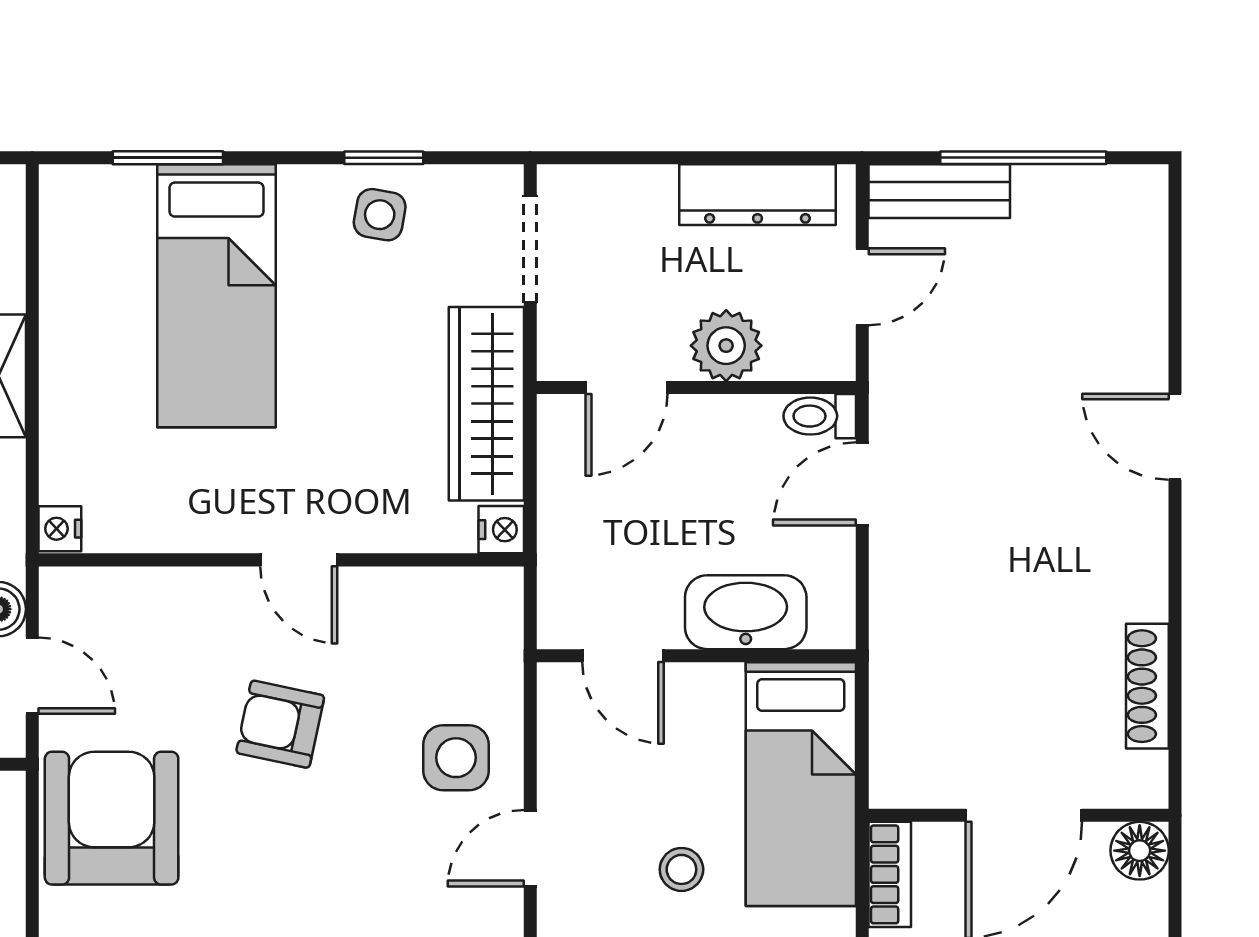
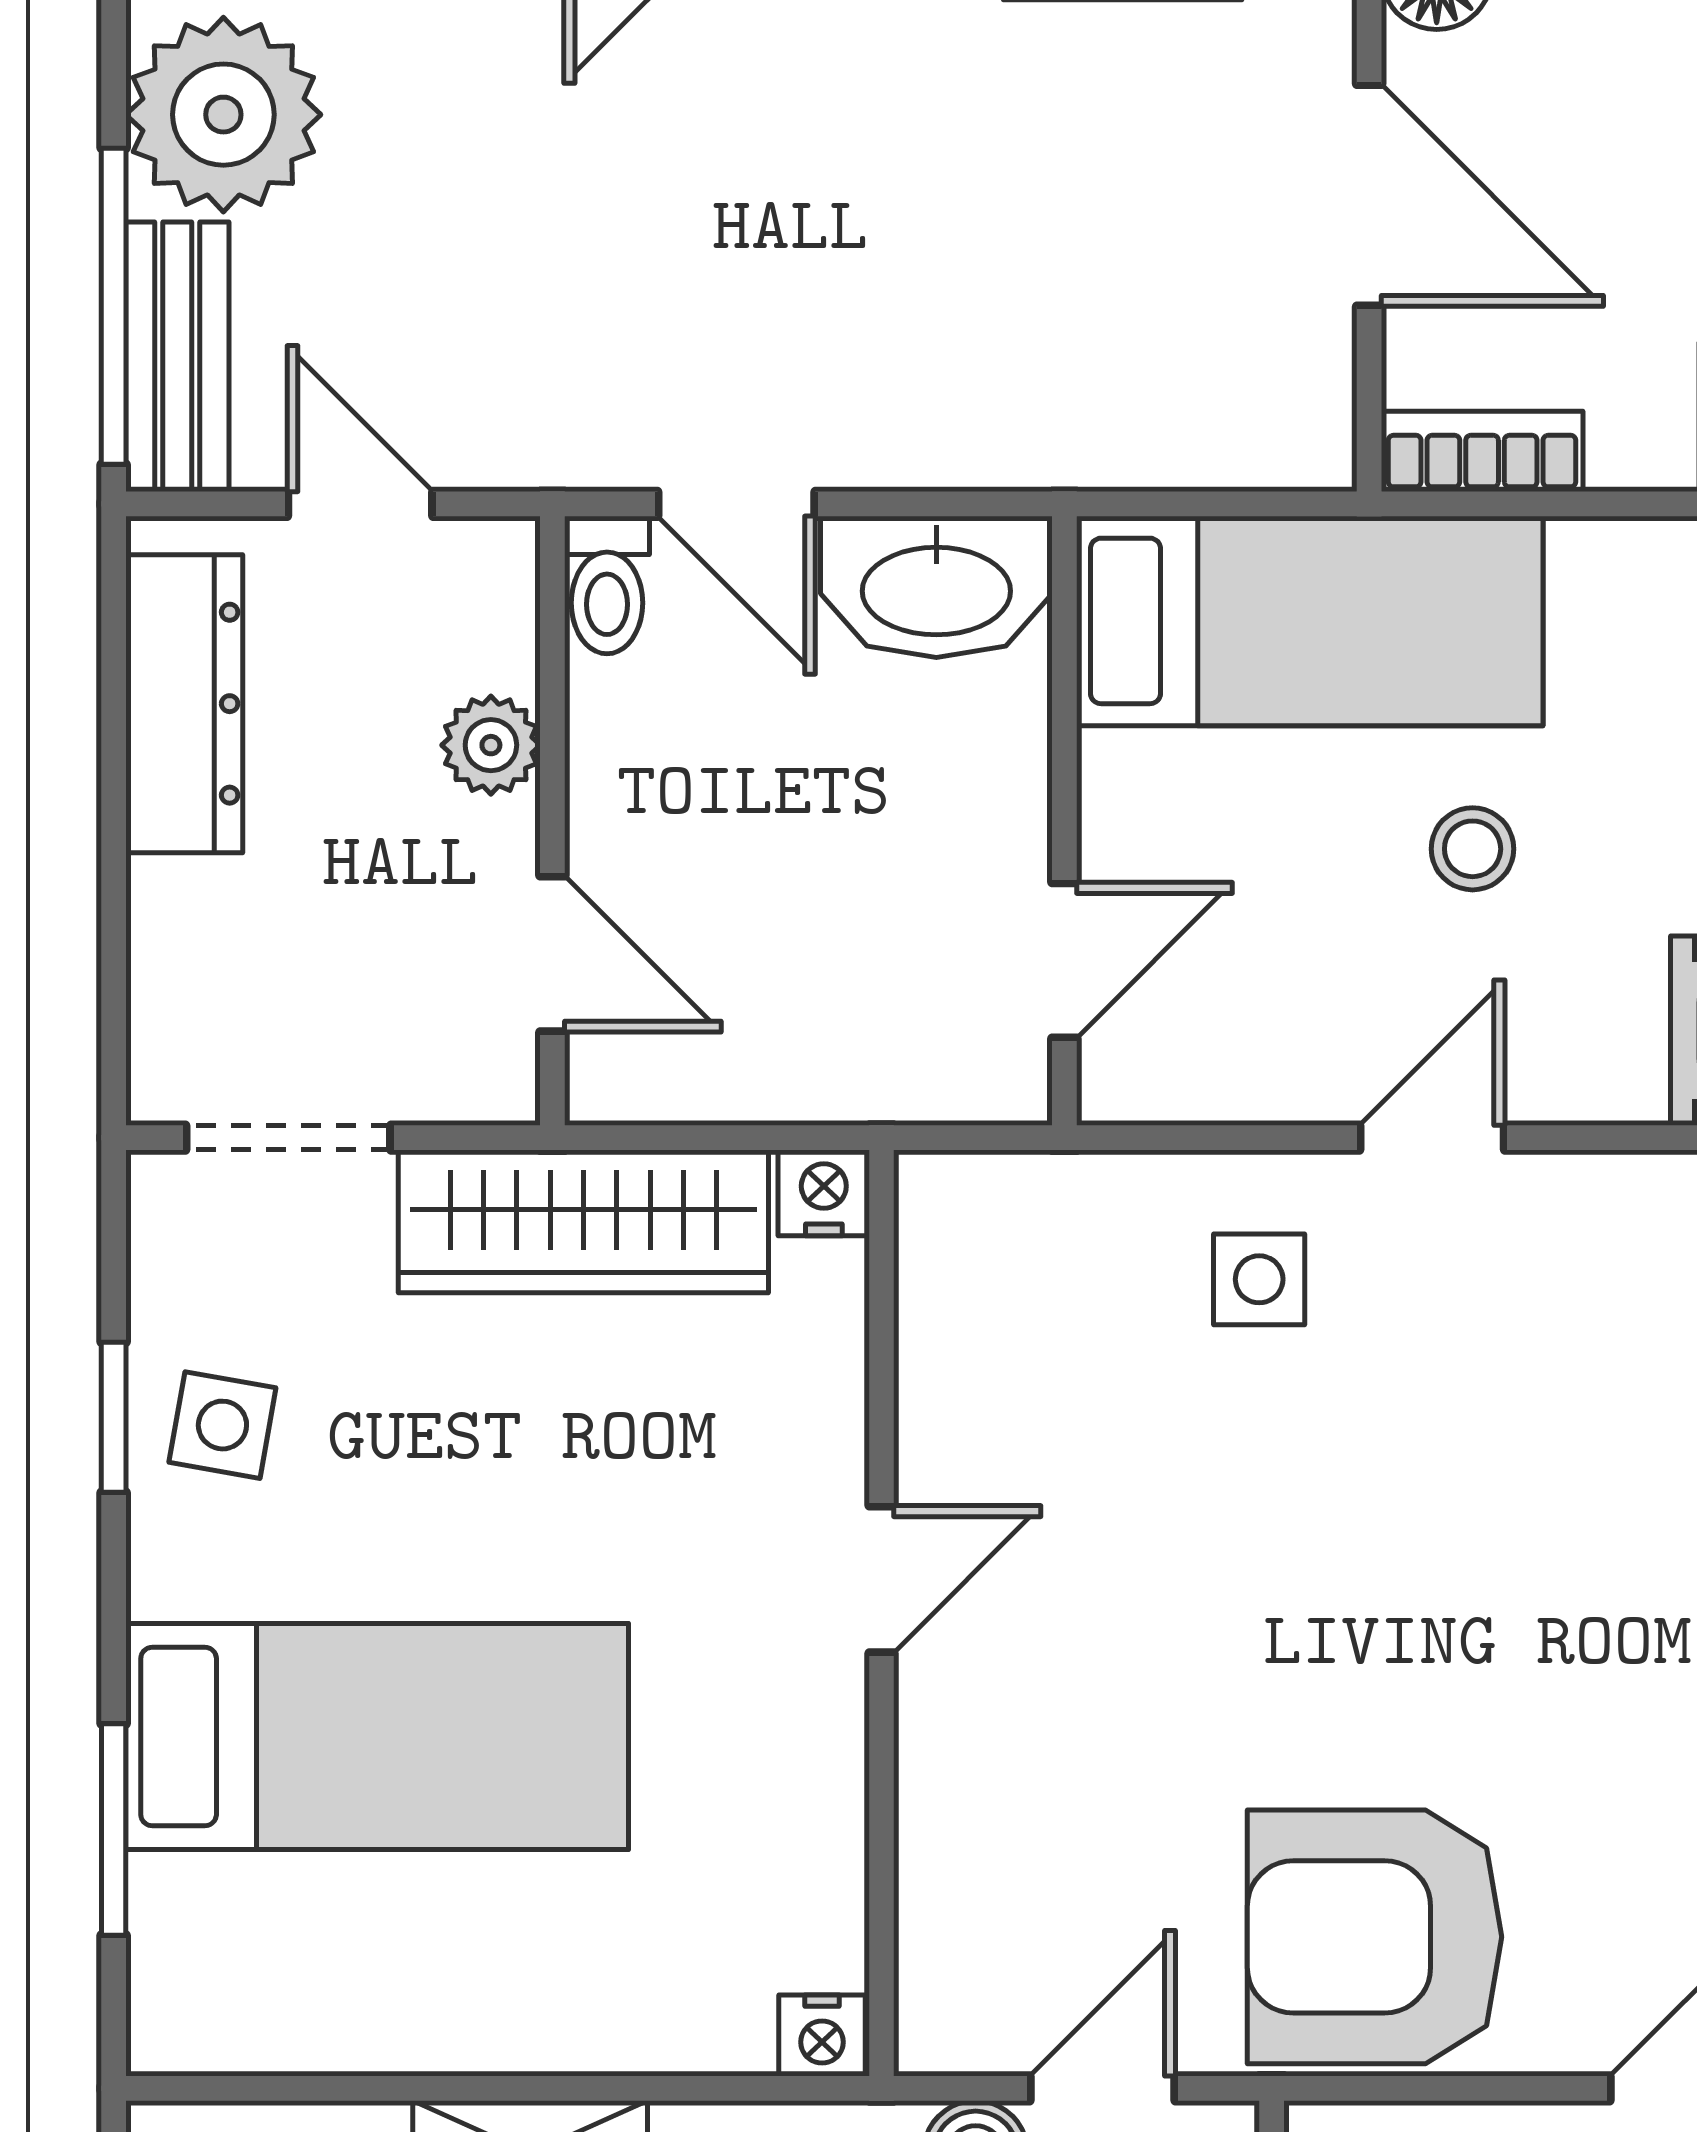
window: (1023, 158) -> (114, 306), moved
plant: (1066, 215) -> (223, 115), added
plant: (726, 346) -> (491, 745), width x0.73, depth x0.73
washbasin: (746, 612) -> (936, 587), moved, turned -90
armchair: (280, 724) -> (1195, 1615), removed
side table: (456, 758) -> (1259, 1279), width x0.73, depth x0.73
door: (530, 848) -> (1432, 1138), swing flipped

